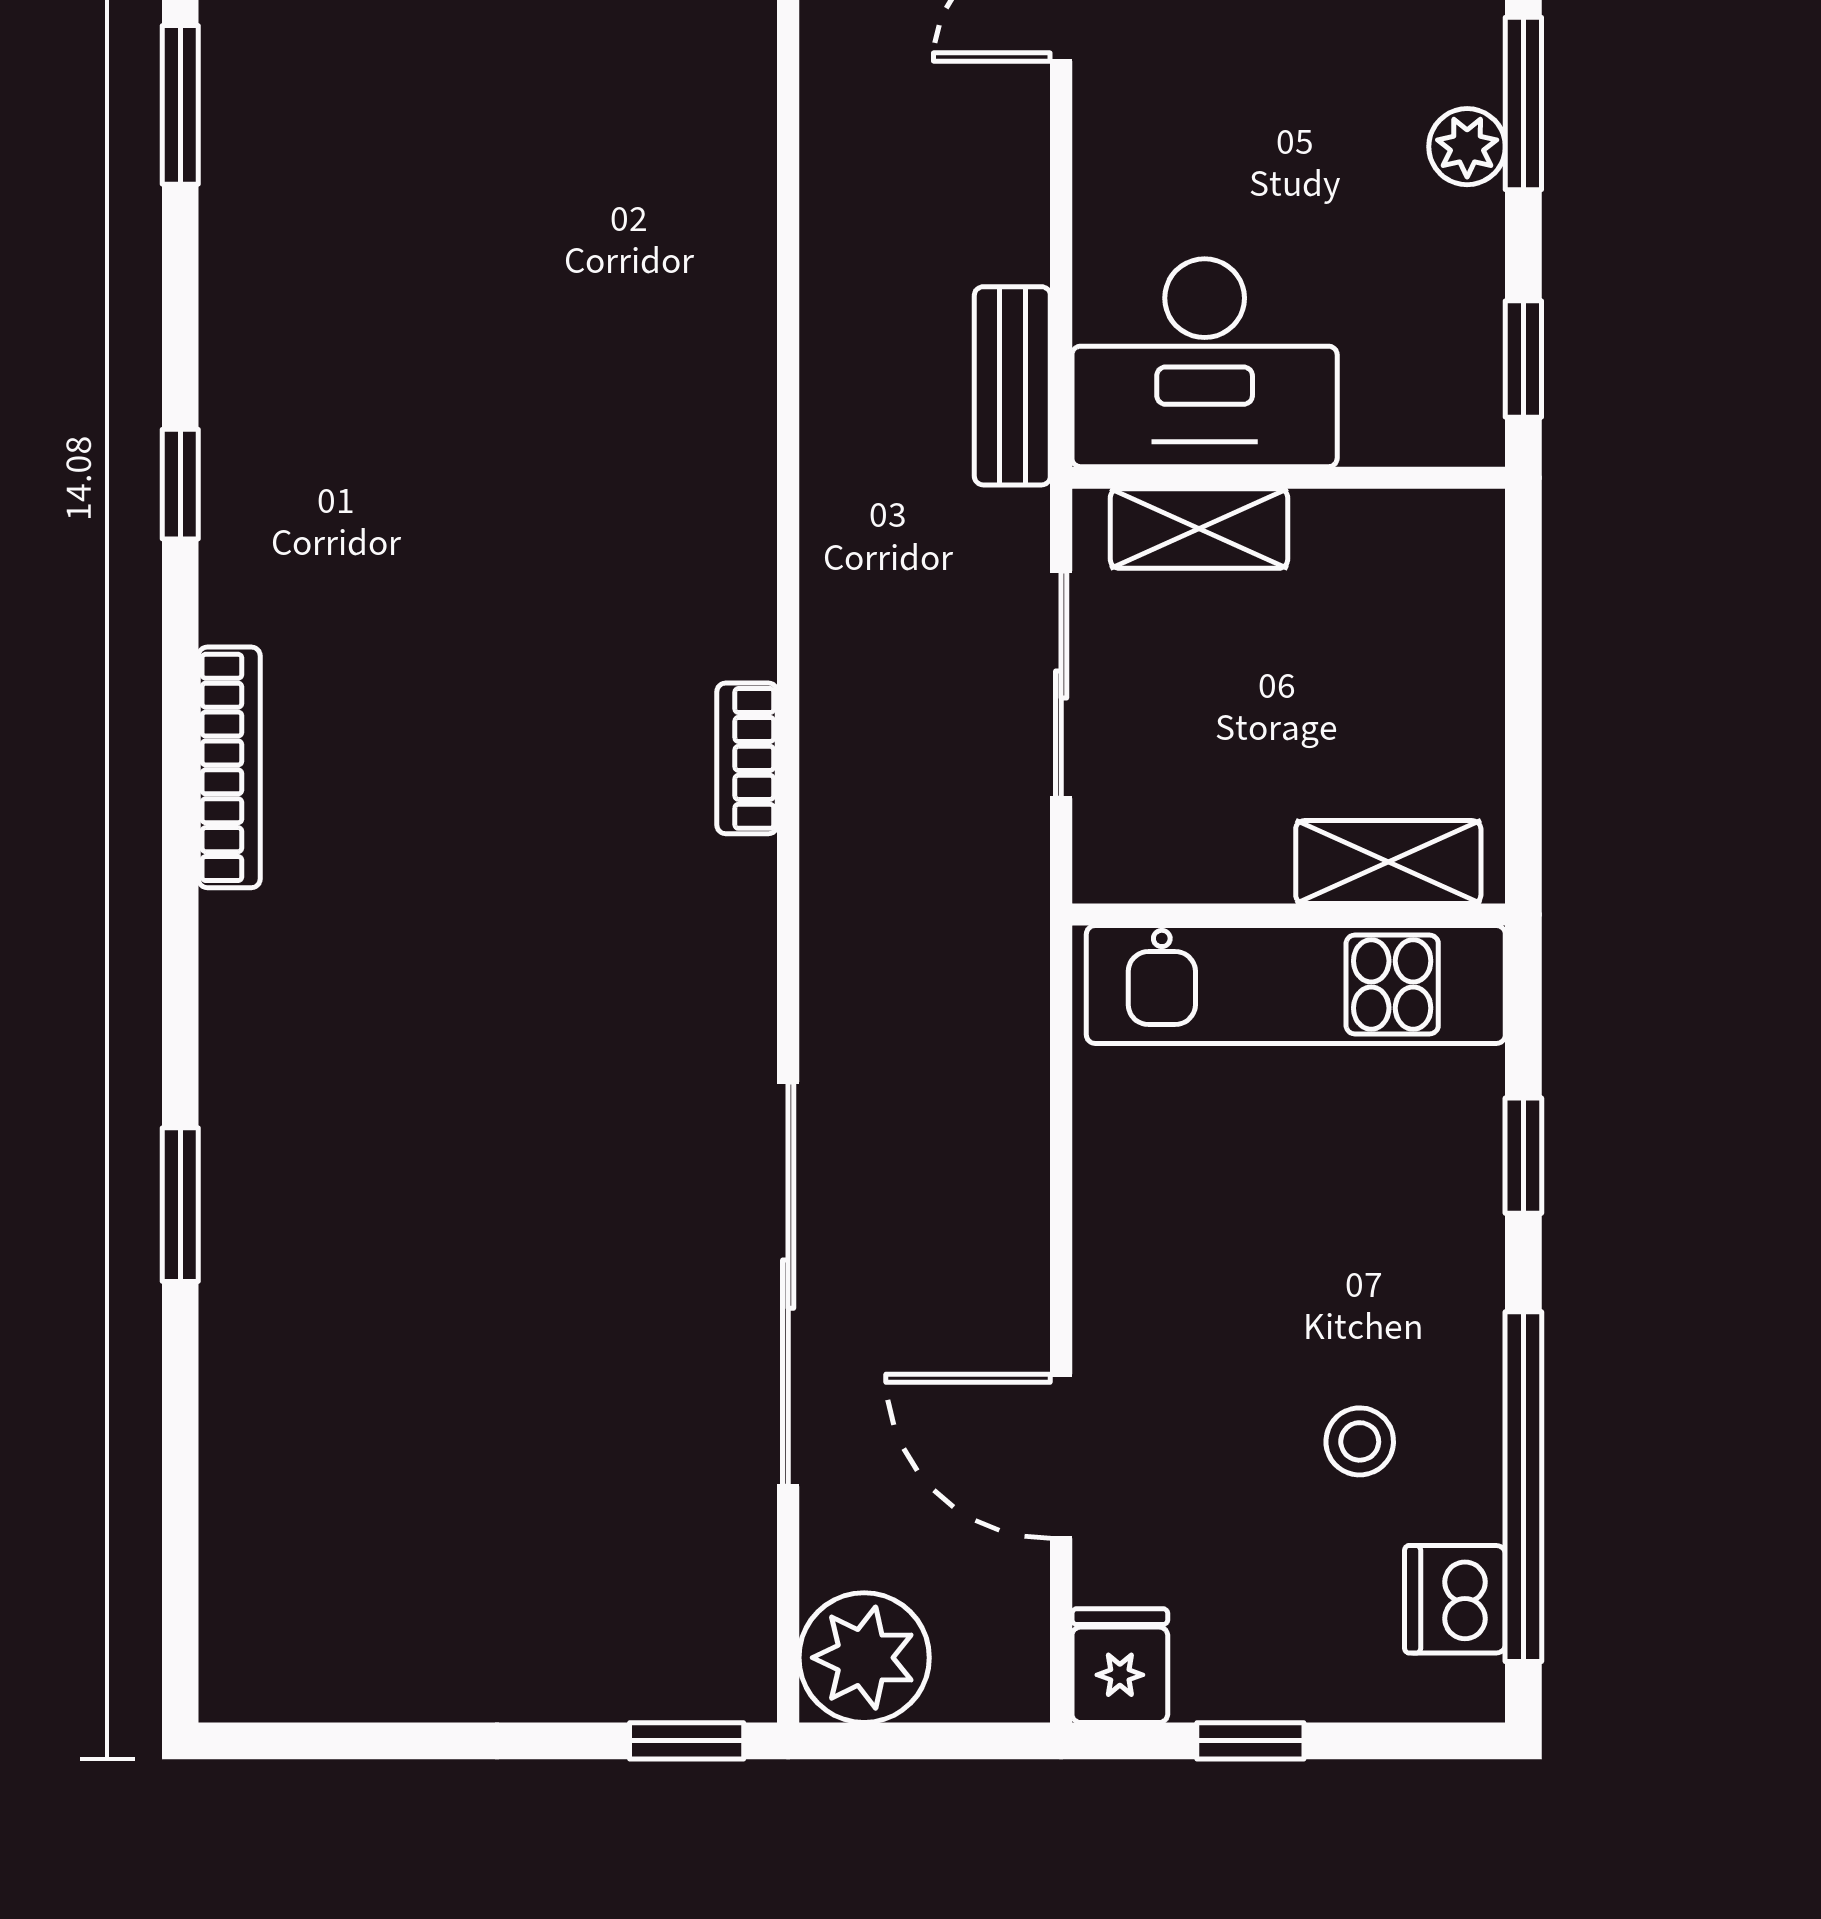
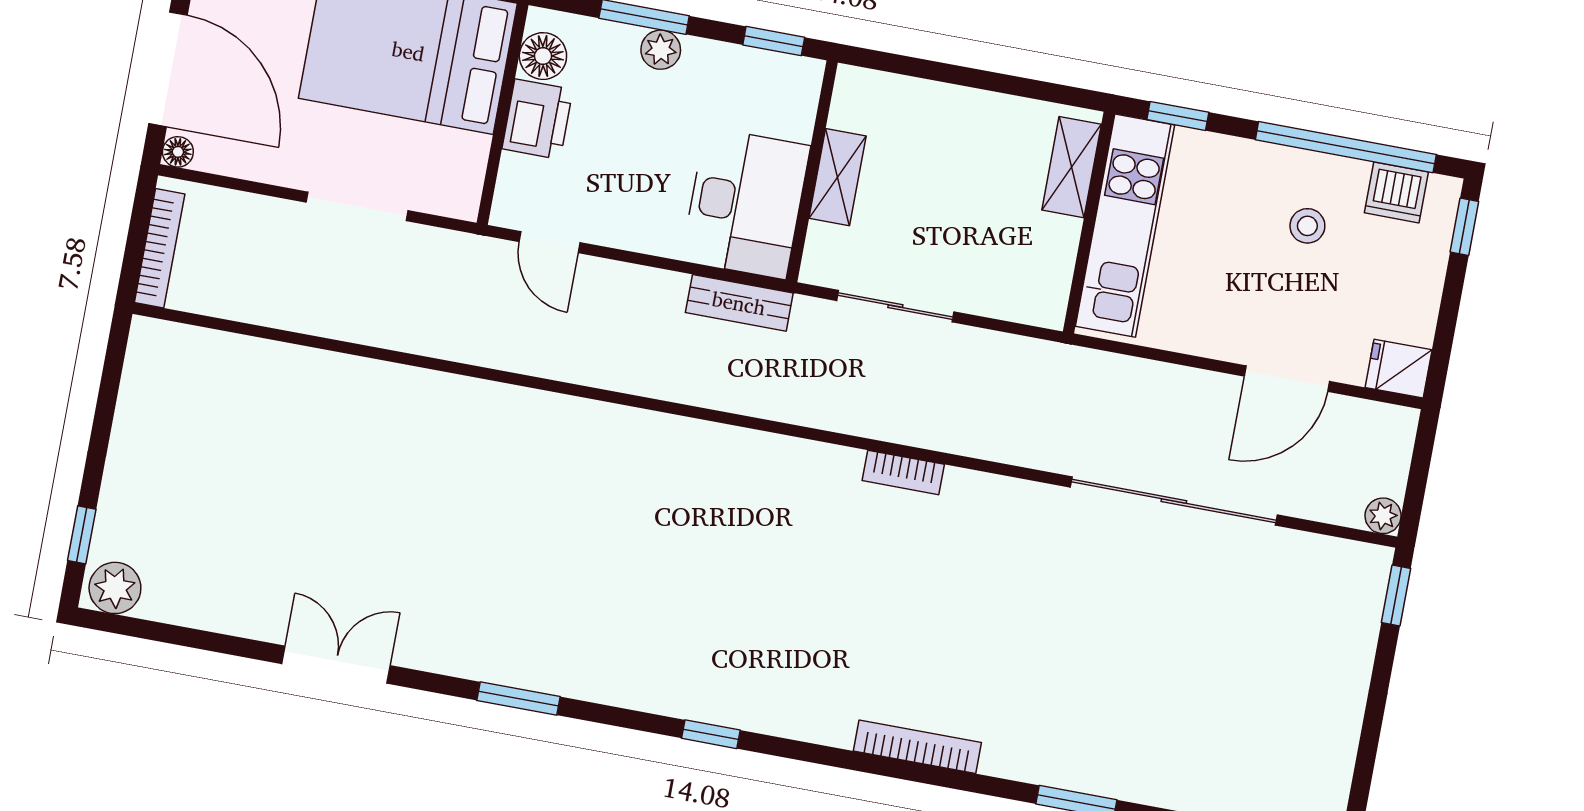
shelving: (1199, 529) -> (837, 177), moved
bookcase: (229, 767) -> (917, 747), moved
shelving: (1388, 862) -> (1072, 167), moved
wall: (1289, 915) -> (1089, 223), moved
kitchen unit: (1296, 984) -> (1125, 226), moved
plant: (864, 1658) -> (1383, 516), width x0.53, depth x0.53
window: (1250, 1741) -> (1464, 227), moved

